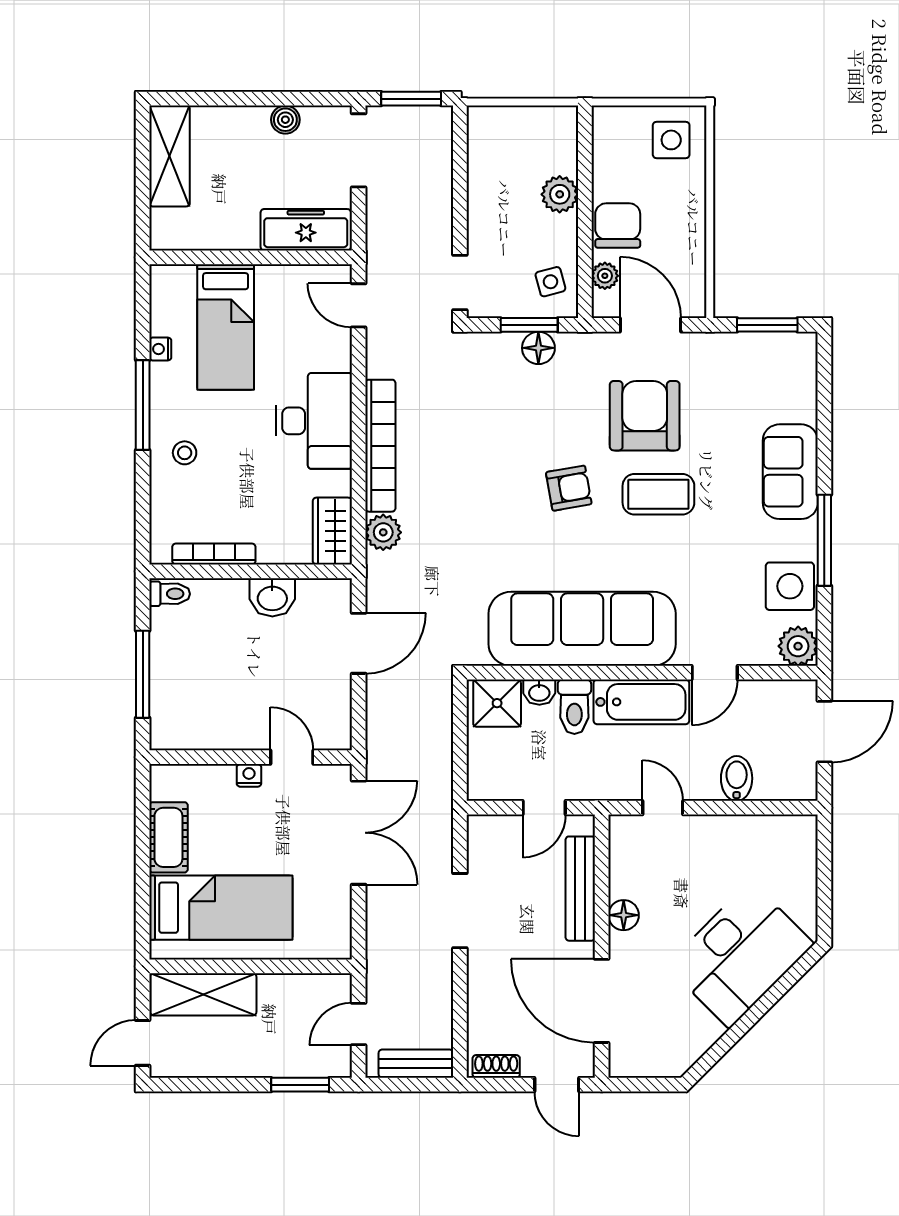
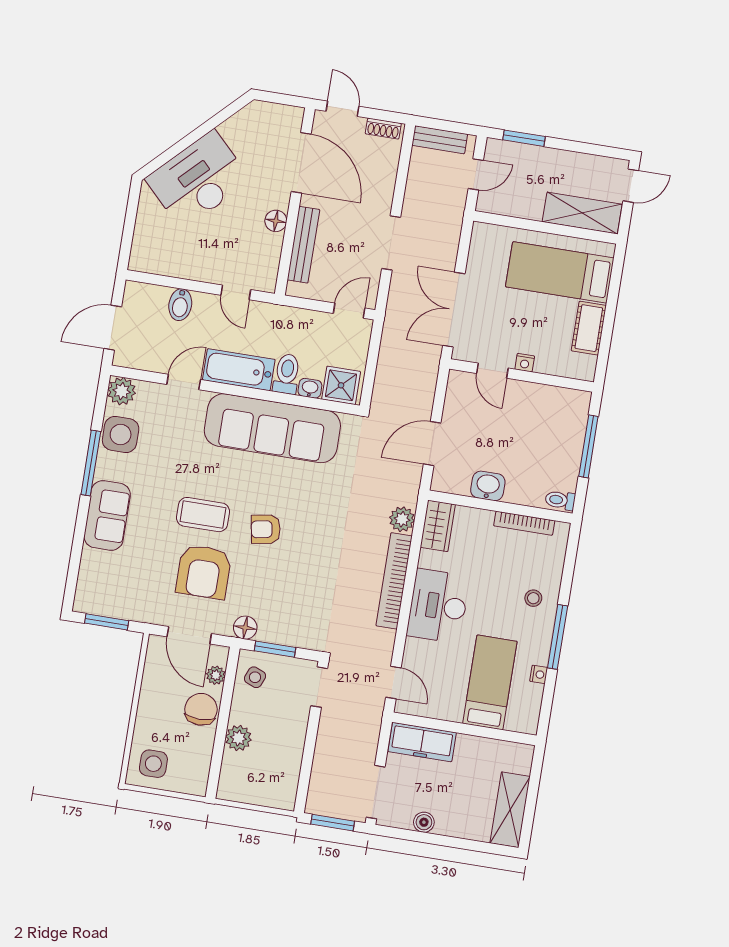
chair: (618, 226) -> (201, 709), turned 180
side table: (550, 282) -> (255, 677), turned 37
floor lamp: (538, 348) -> (245, 628), moved
door: (544, 808) -> (349, 311), moved

